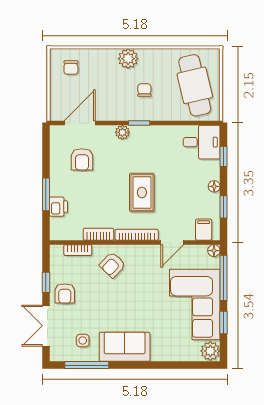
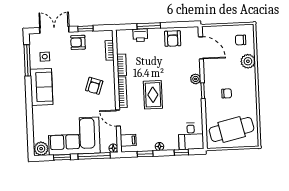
plant: (128, 59) -> (248, 61), moved
armchair: (82, 159) -> (173, 39), moved, turned -90
rug: (142, 192) -> (153, 95), turned 90
armchair: (112, 265) -> (94, 86), moved, turned -115

